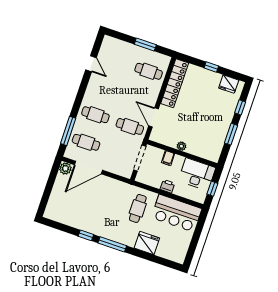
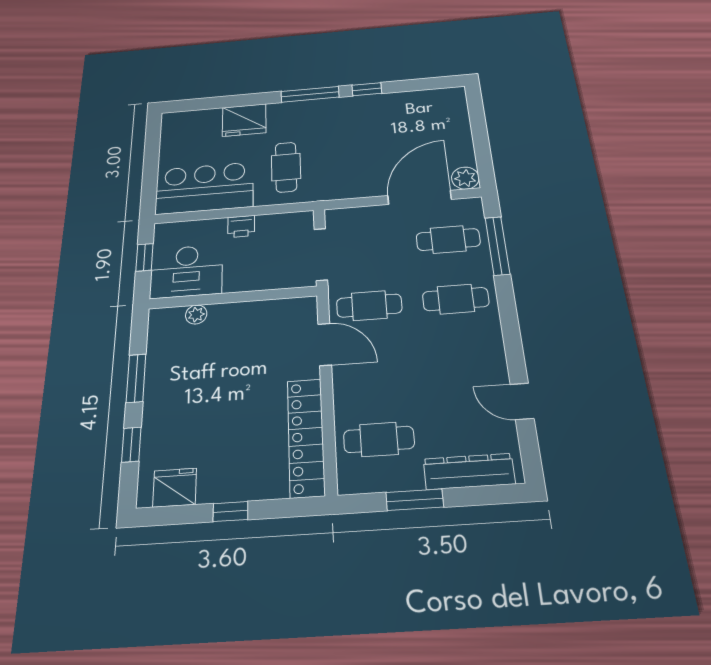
dresser: (122, 47) -> (469, 471), added
plant: (181, 146) -> (196, 315), moved
filing cabinet: (168, 158) -> (260, 277), removed

